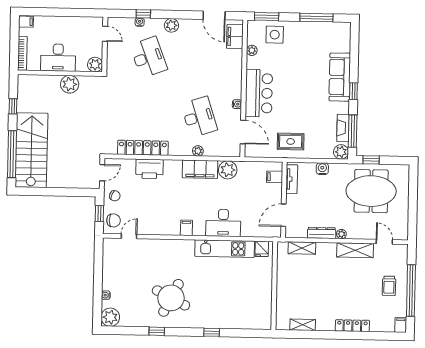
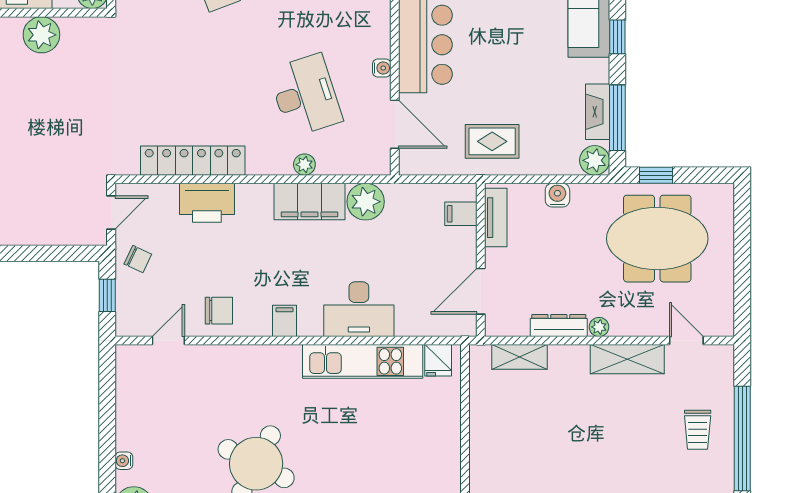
chair: (113, 220) -> (219, 311), moved

